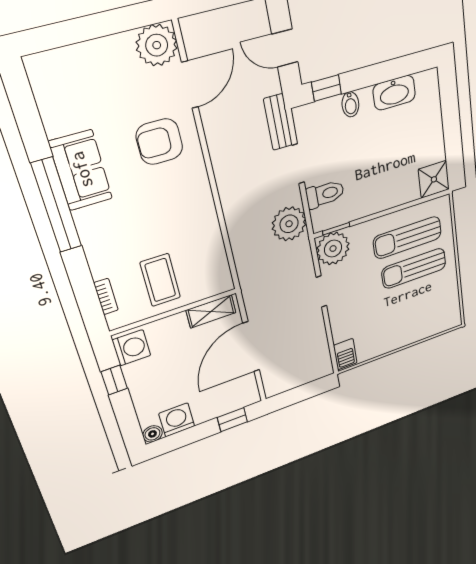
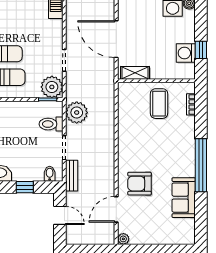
plant: (157, 45) -> (123, 239), width x0.53, depth x0.53
window: (326, 88) -> (25, 187), moved
bidet: (350, 104) -> (50, 174), moved
armchair: (159, 142) -> (140, 184), turned 180
sofa: (81, 170) -> (184, 198), moved
door: (251, 347) -> (116, 39), swing flipped
washing machine: (132, 348) -> (186, 53), moved

